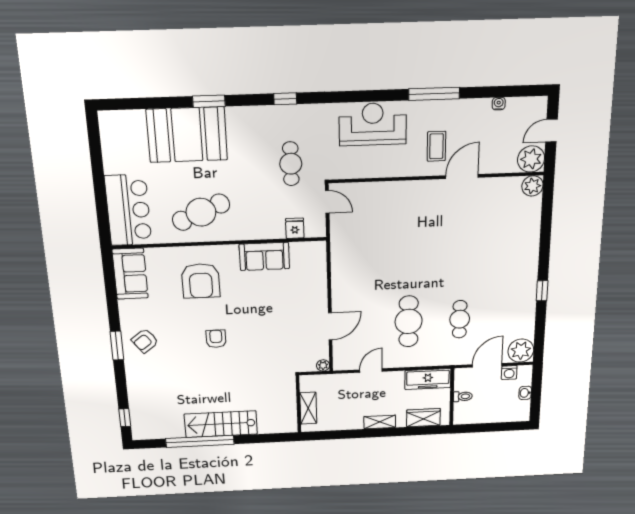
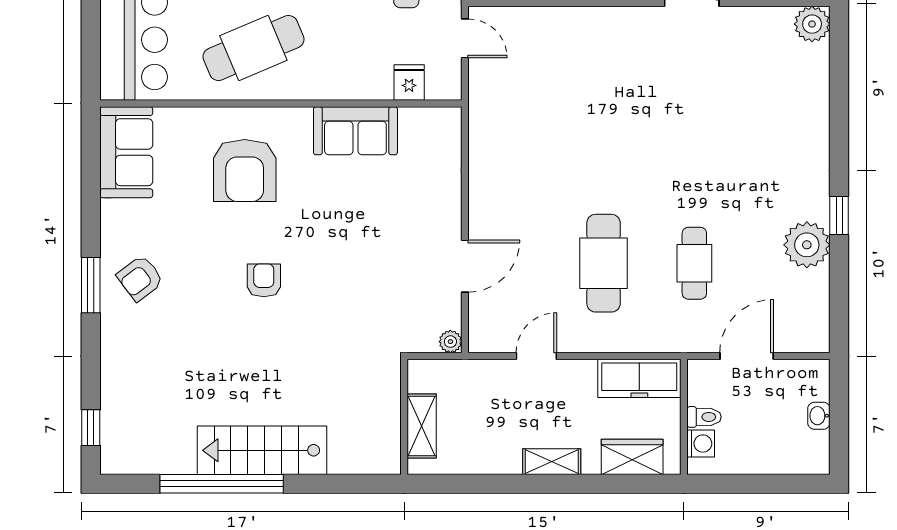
plant: (521, 351) -> (807, 245), moved
washing machine: (509, 373) -> (701, 444), moved, turned -90

